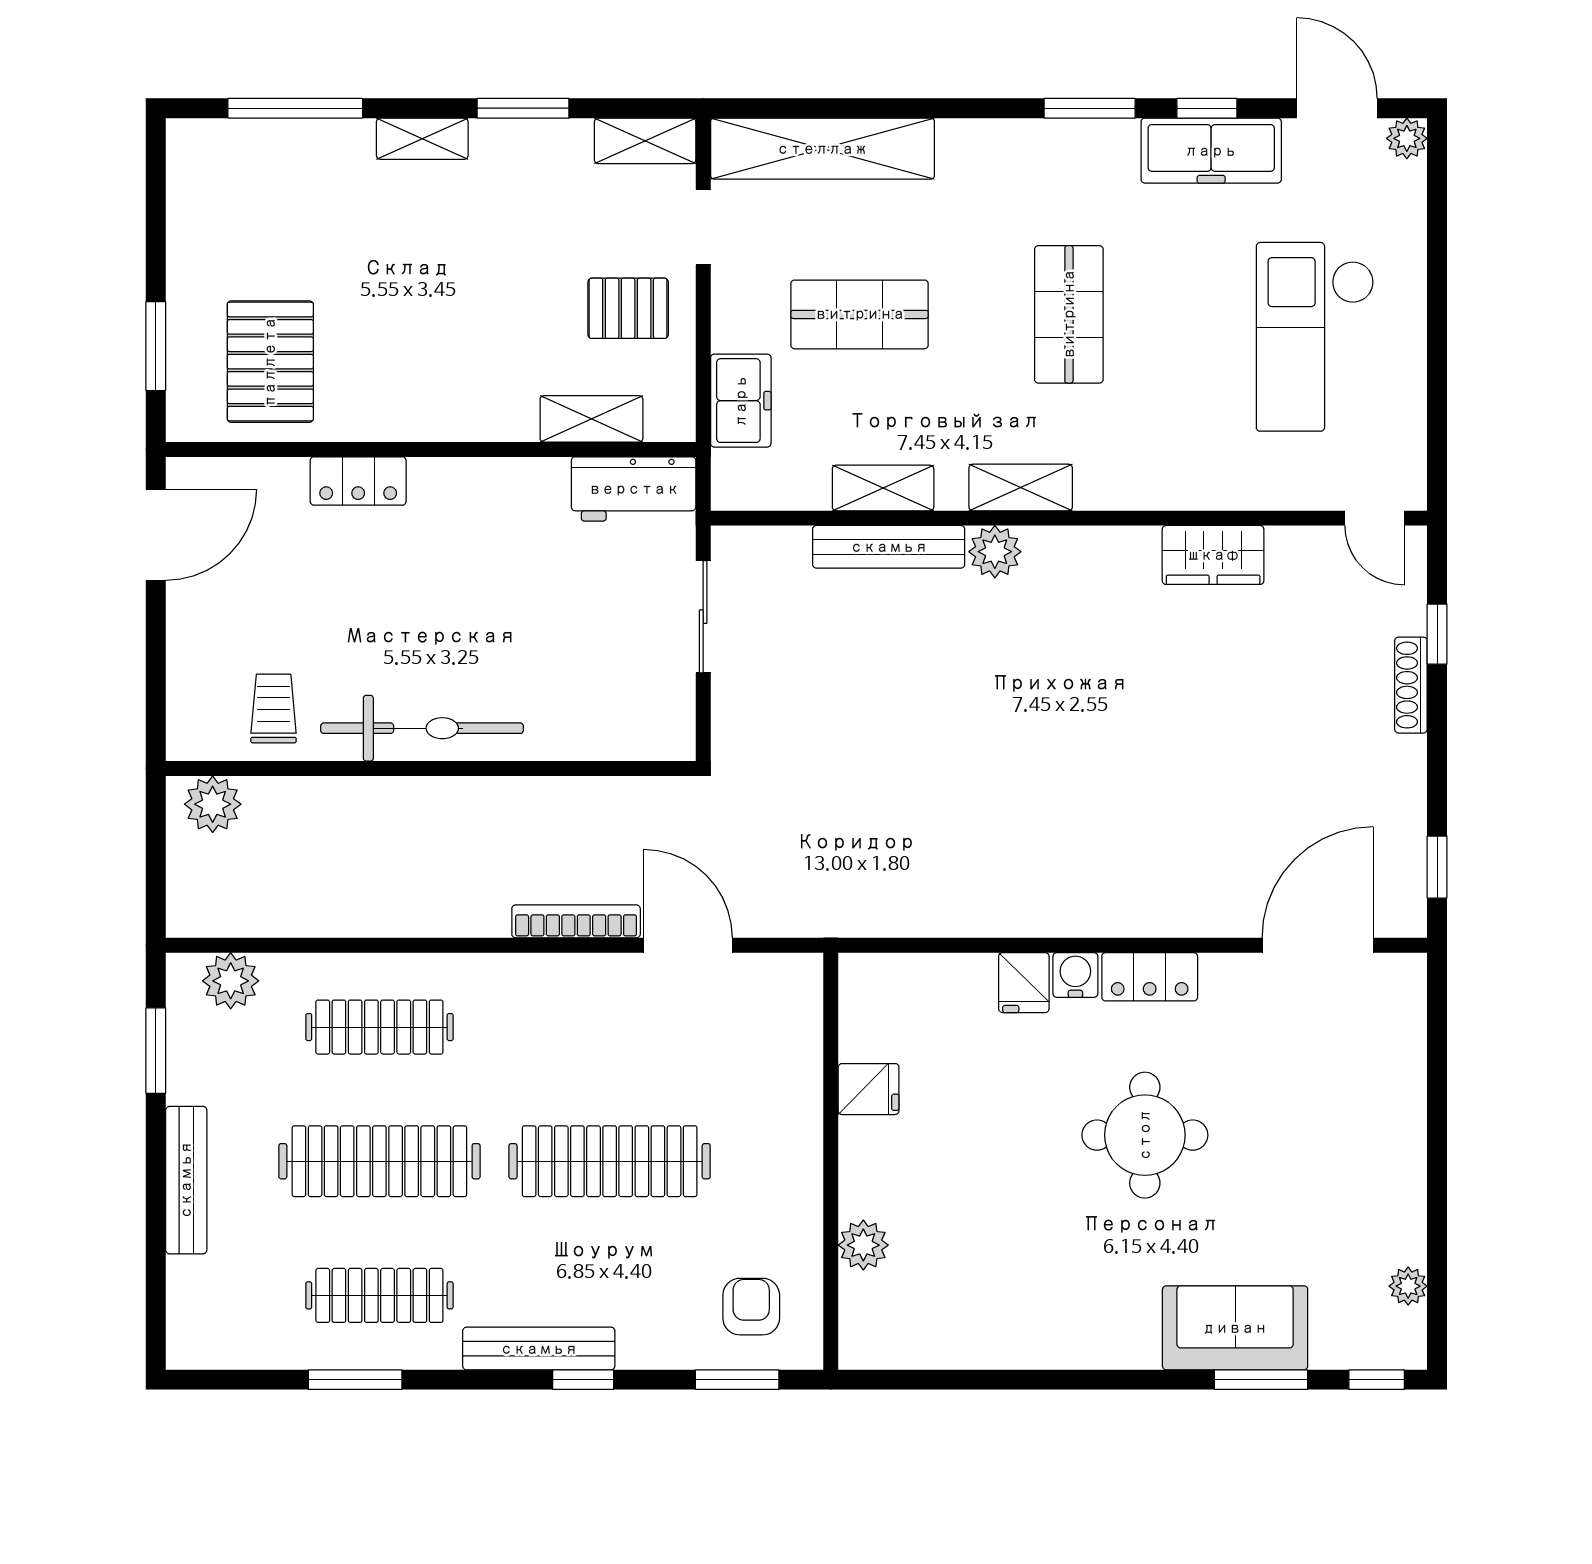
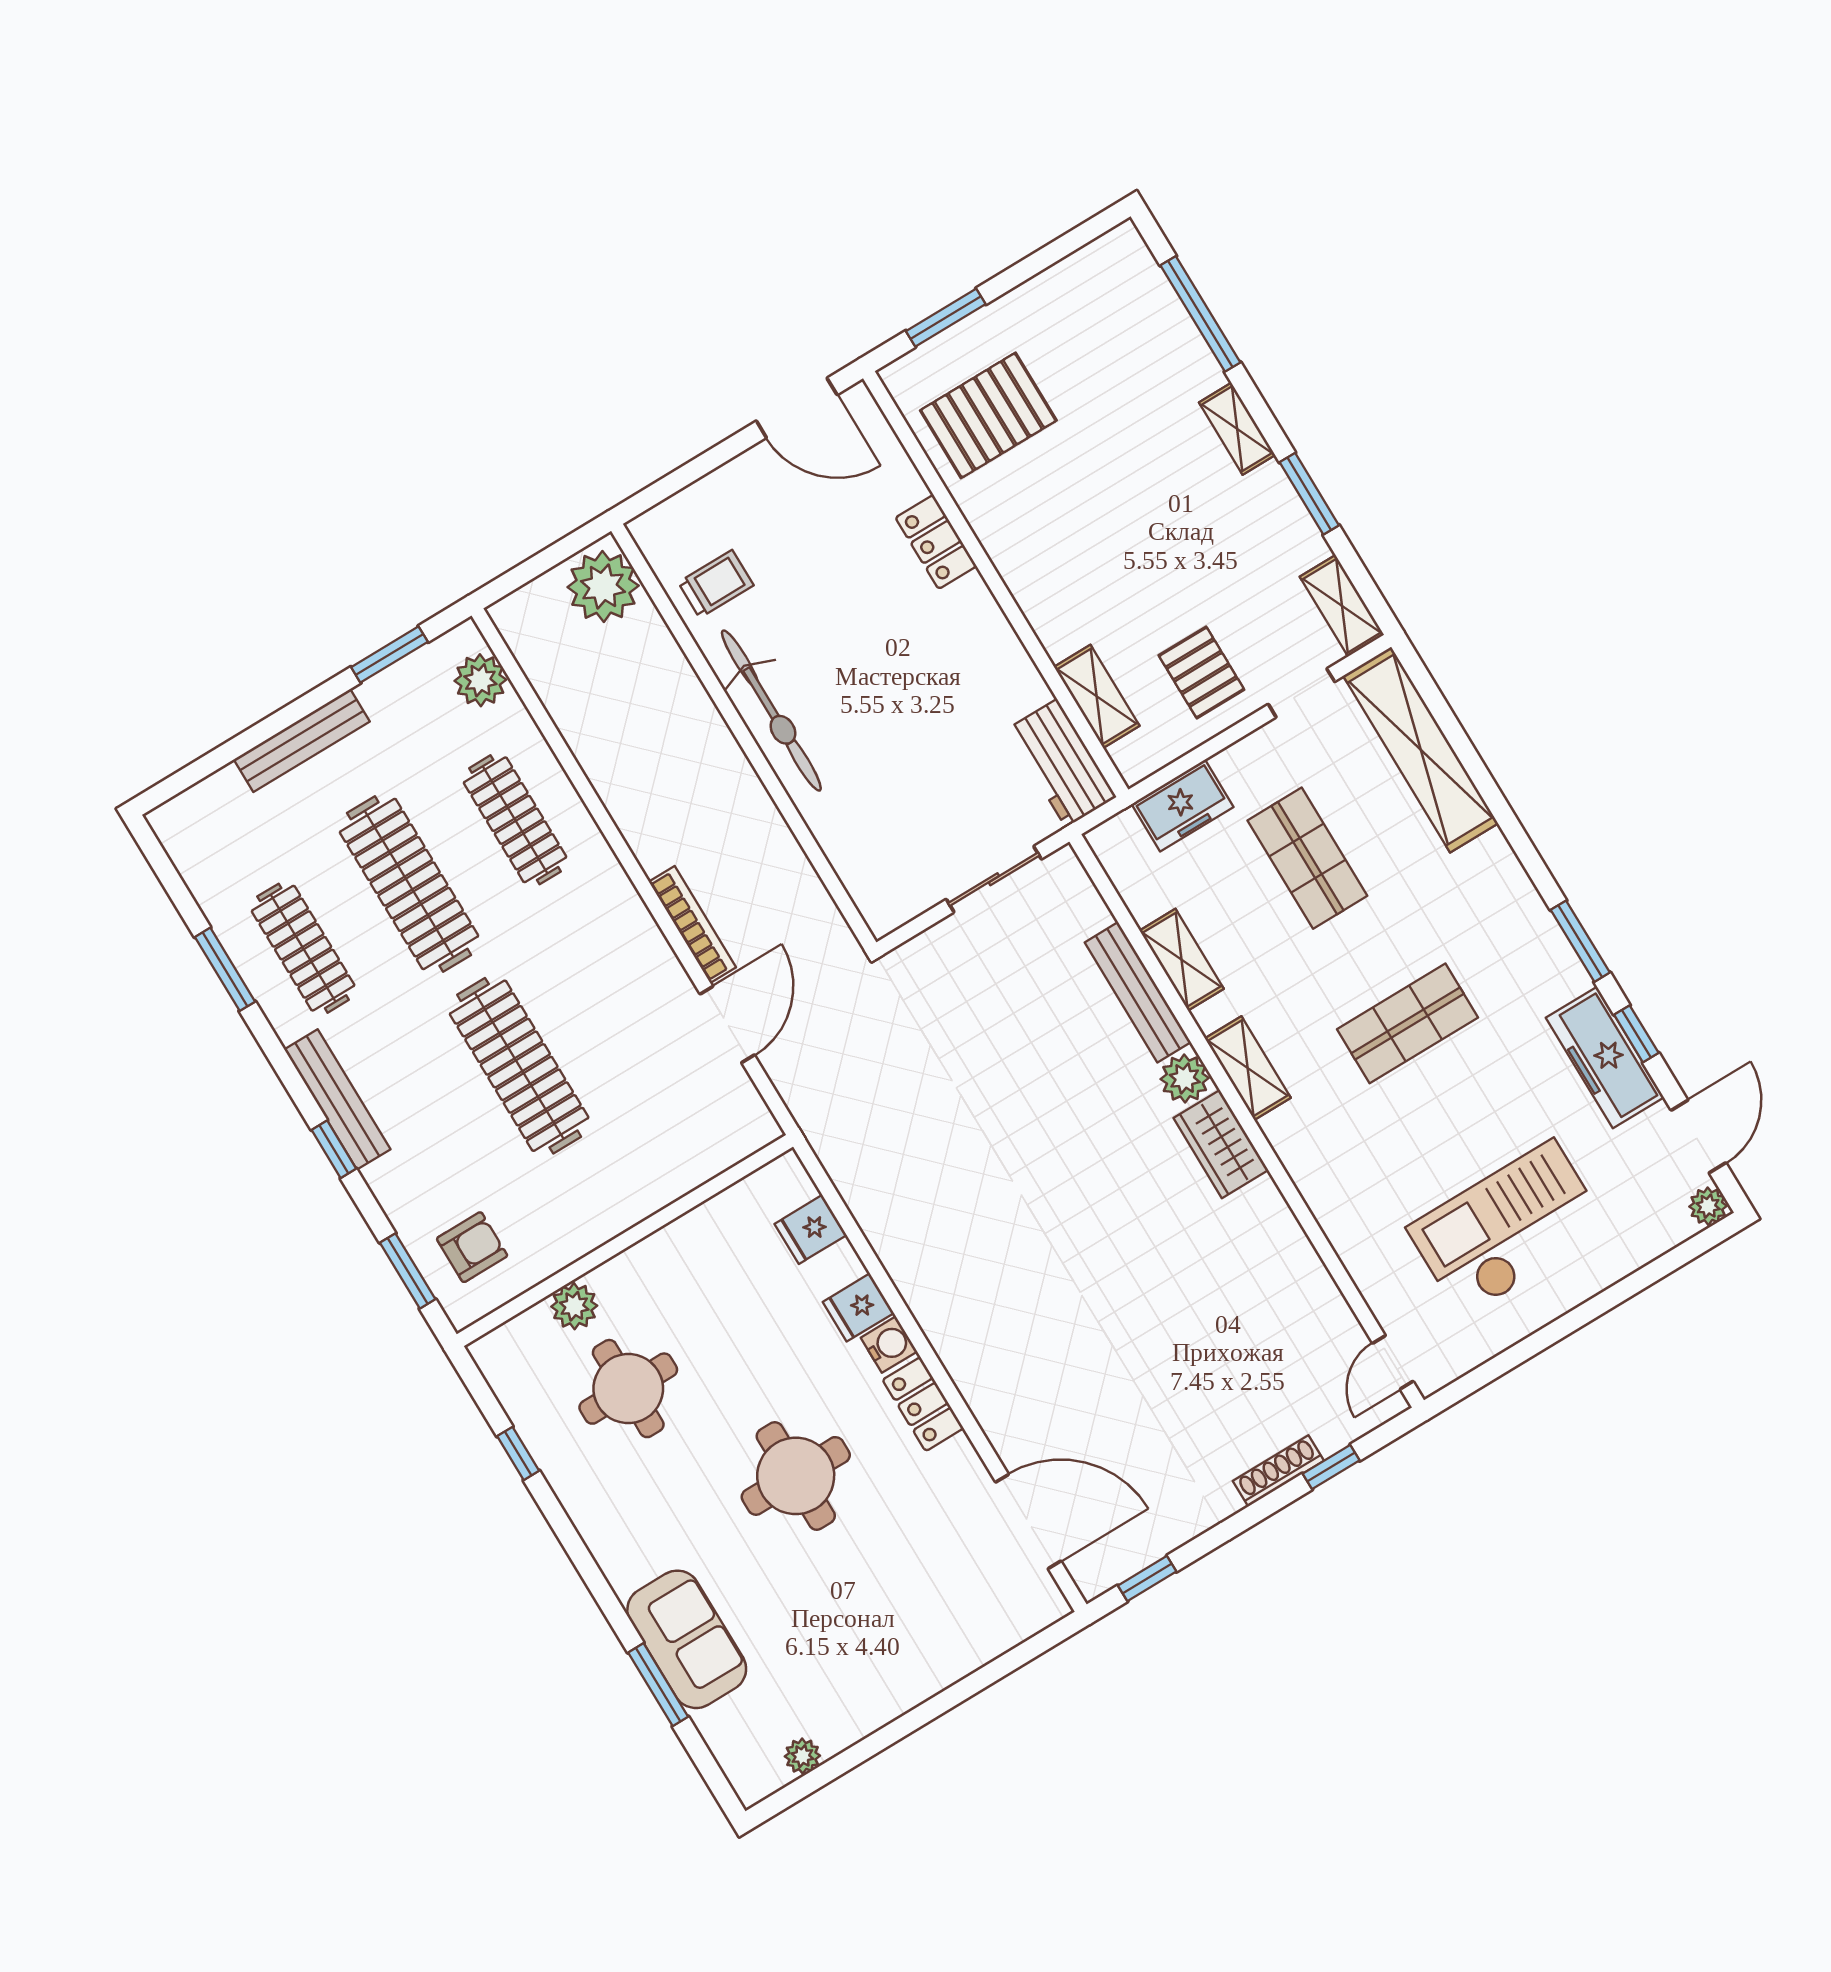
wardrobe: (1213, 555) -> (1221, 1144), moved
plant: (213, 804) -> (603, 586), width x1.36, depth x1.36
fridge: (869, 1089) -> (811, 1229), moved, turned 90
round table: (970, 1241) -> (628, 1389), added
window: (1377, 1380) -> (518, 1453), moved

